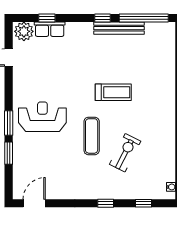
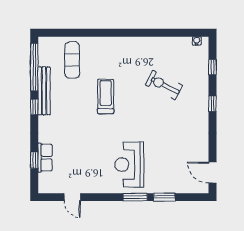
plant: (24, 31) -> (47, 182), removed
exercise mat: (92, 136) -> (72, 60), moved, turned 90

